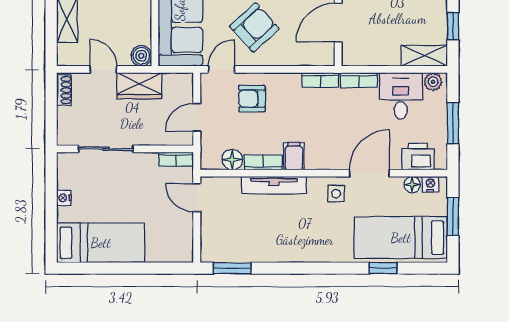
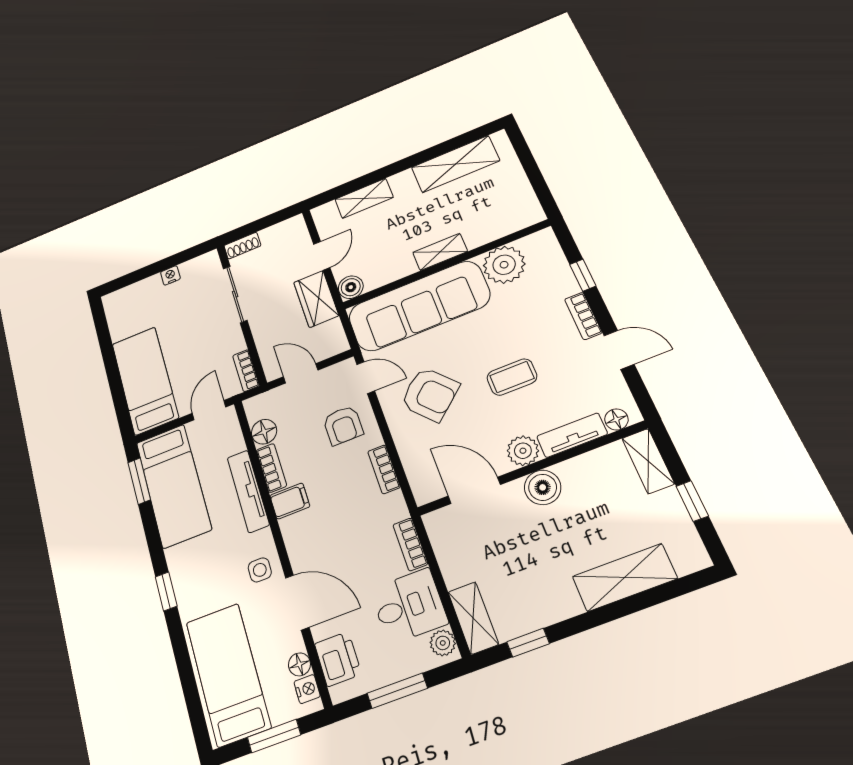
bookcase: (320, 80) -> (384, 469), moved
shoe rack: (64, 90) -> (242, 246), moved
armchair: (252, 99) -> (343, 425), turned 180
bed: (247, 242) -> (174, 485), added
bed: (101, 243) -> (145, 380), moved, turned 180
window: (383, 268) -> (166, 591), moved

